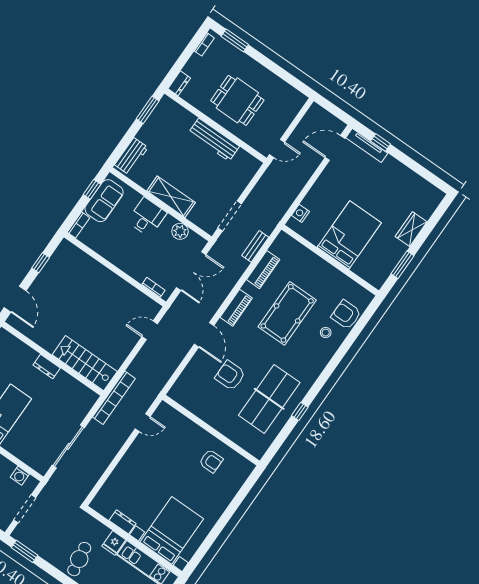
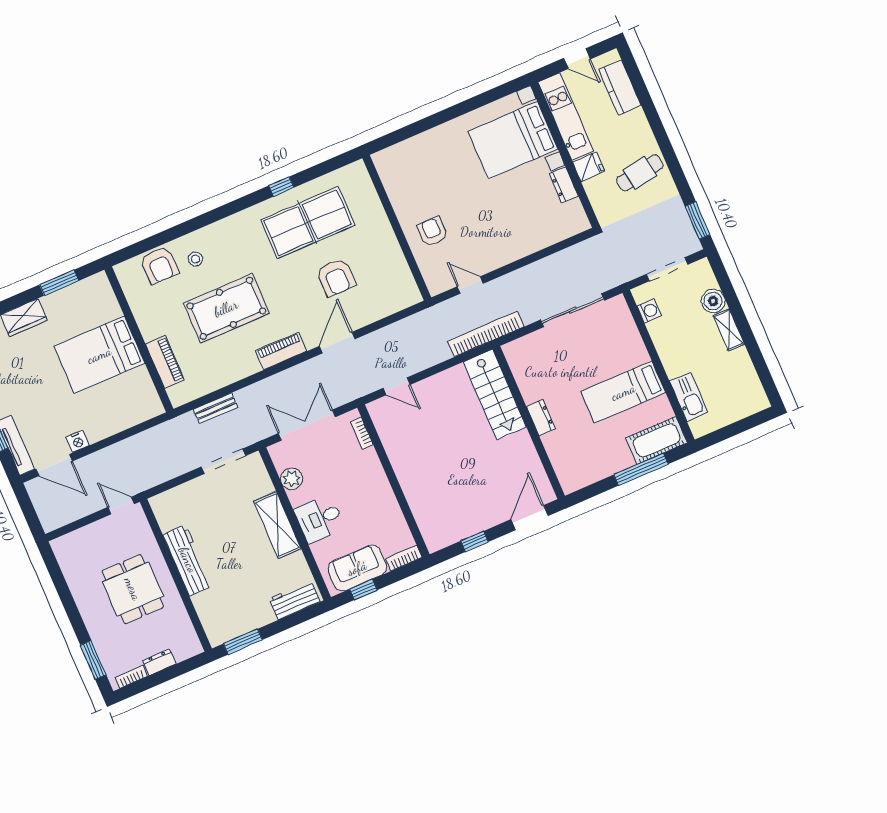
dresser: (179, 83) -> (159, 662), moved
nightstand: (300, 213) -> (78, 441), moved
piano: (263, 270) -> (165, 362), moved, turned 90
armchair: (211, 461) -> (433, 232), moved

